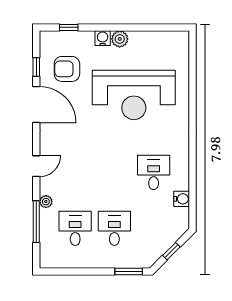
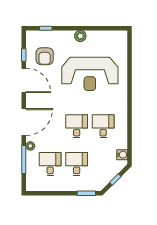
water cooler: (103, 38) -> (69, 35), removed
armchair: (67, 69) -> (45, 56), turned -90
door: (36, 166) -> (24, 122), width x1.87
desk: (114, 172) -> (77, 126), added
water cooler: (182, 199) -> (122, 155), moved

